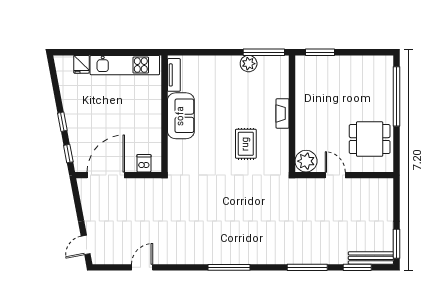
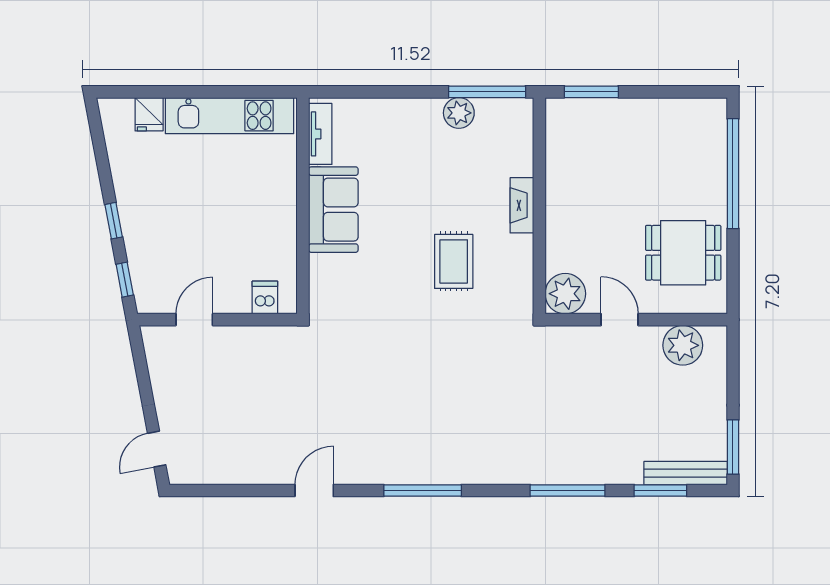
door: (106, 175) -> (194, 320), width x0.53
plant: (369, 189) -> (683, 345), added
door: (142, 267) -> (314, 491), moved

